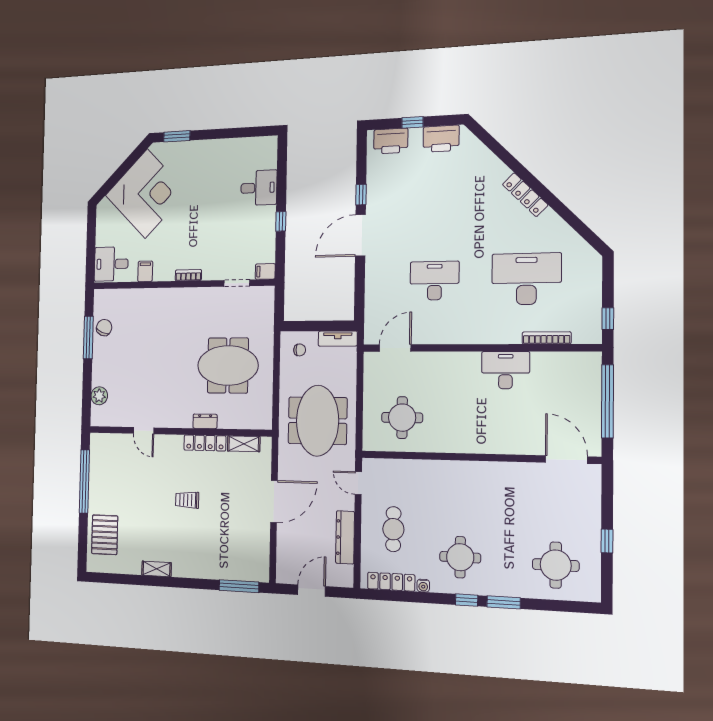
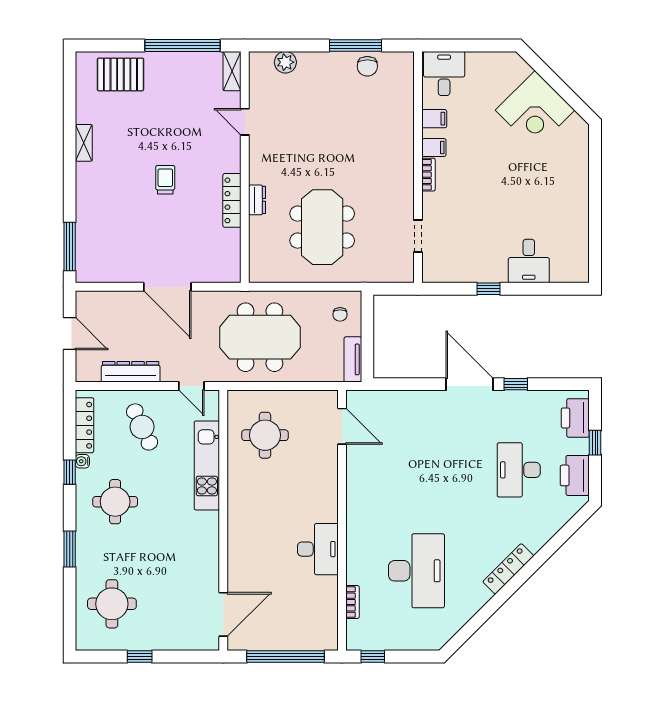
window: (177, 136) -> (595, 156), removed
corner desk: (146, 194) -> (535, 110), width x0.74, depth x0.74
filing cabinet: (265, 271) -> (434, 148), moved, turned 90
desk: (435, 281) -> (519, 470), moved, turned 180
chair: (104, 328) -> (367, 66), turned 68
bookcase: (547, 338) -> (353, 602), width x0.64
door: (144, 431) -> (245, 122), hinge flipped
shelving: (244, 444) -> (232, 71), moved
kitchen unit: (428, 471) -> (207, 465), added
door: (358, 483) -> (191, 386), swing flipped
cafe table: (393, 529) -> (142, 427), turned 65
window: (467, 600) -> (70, 472), moved

